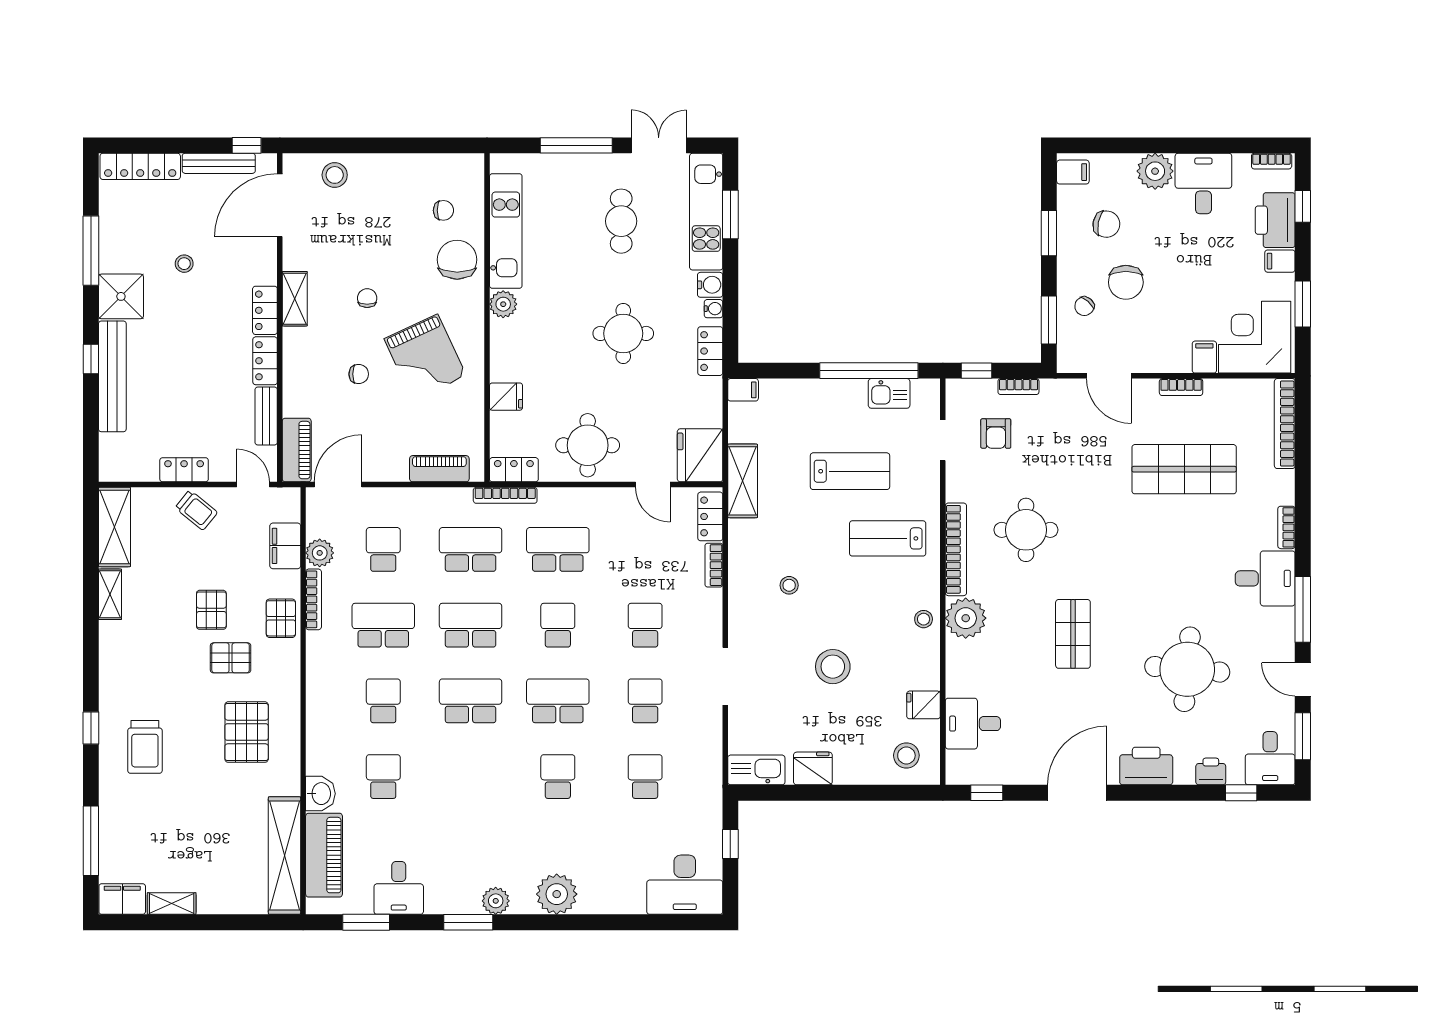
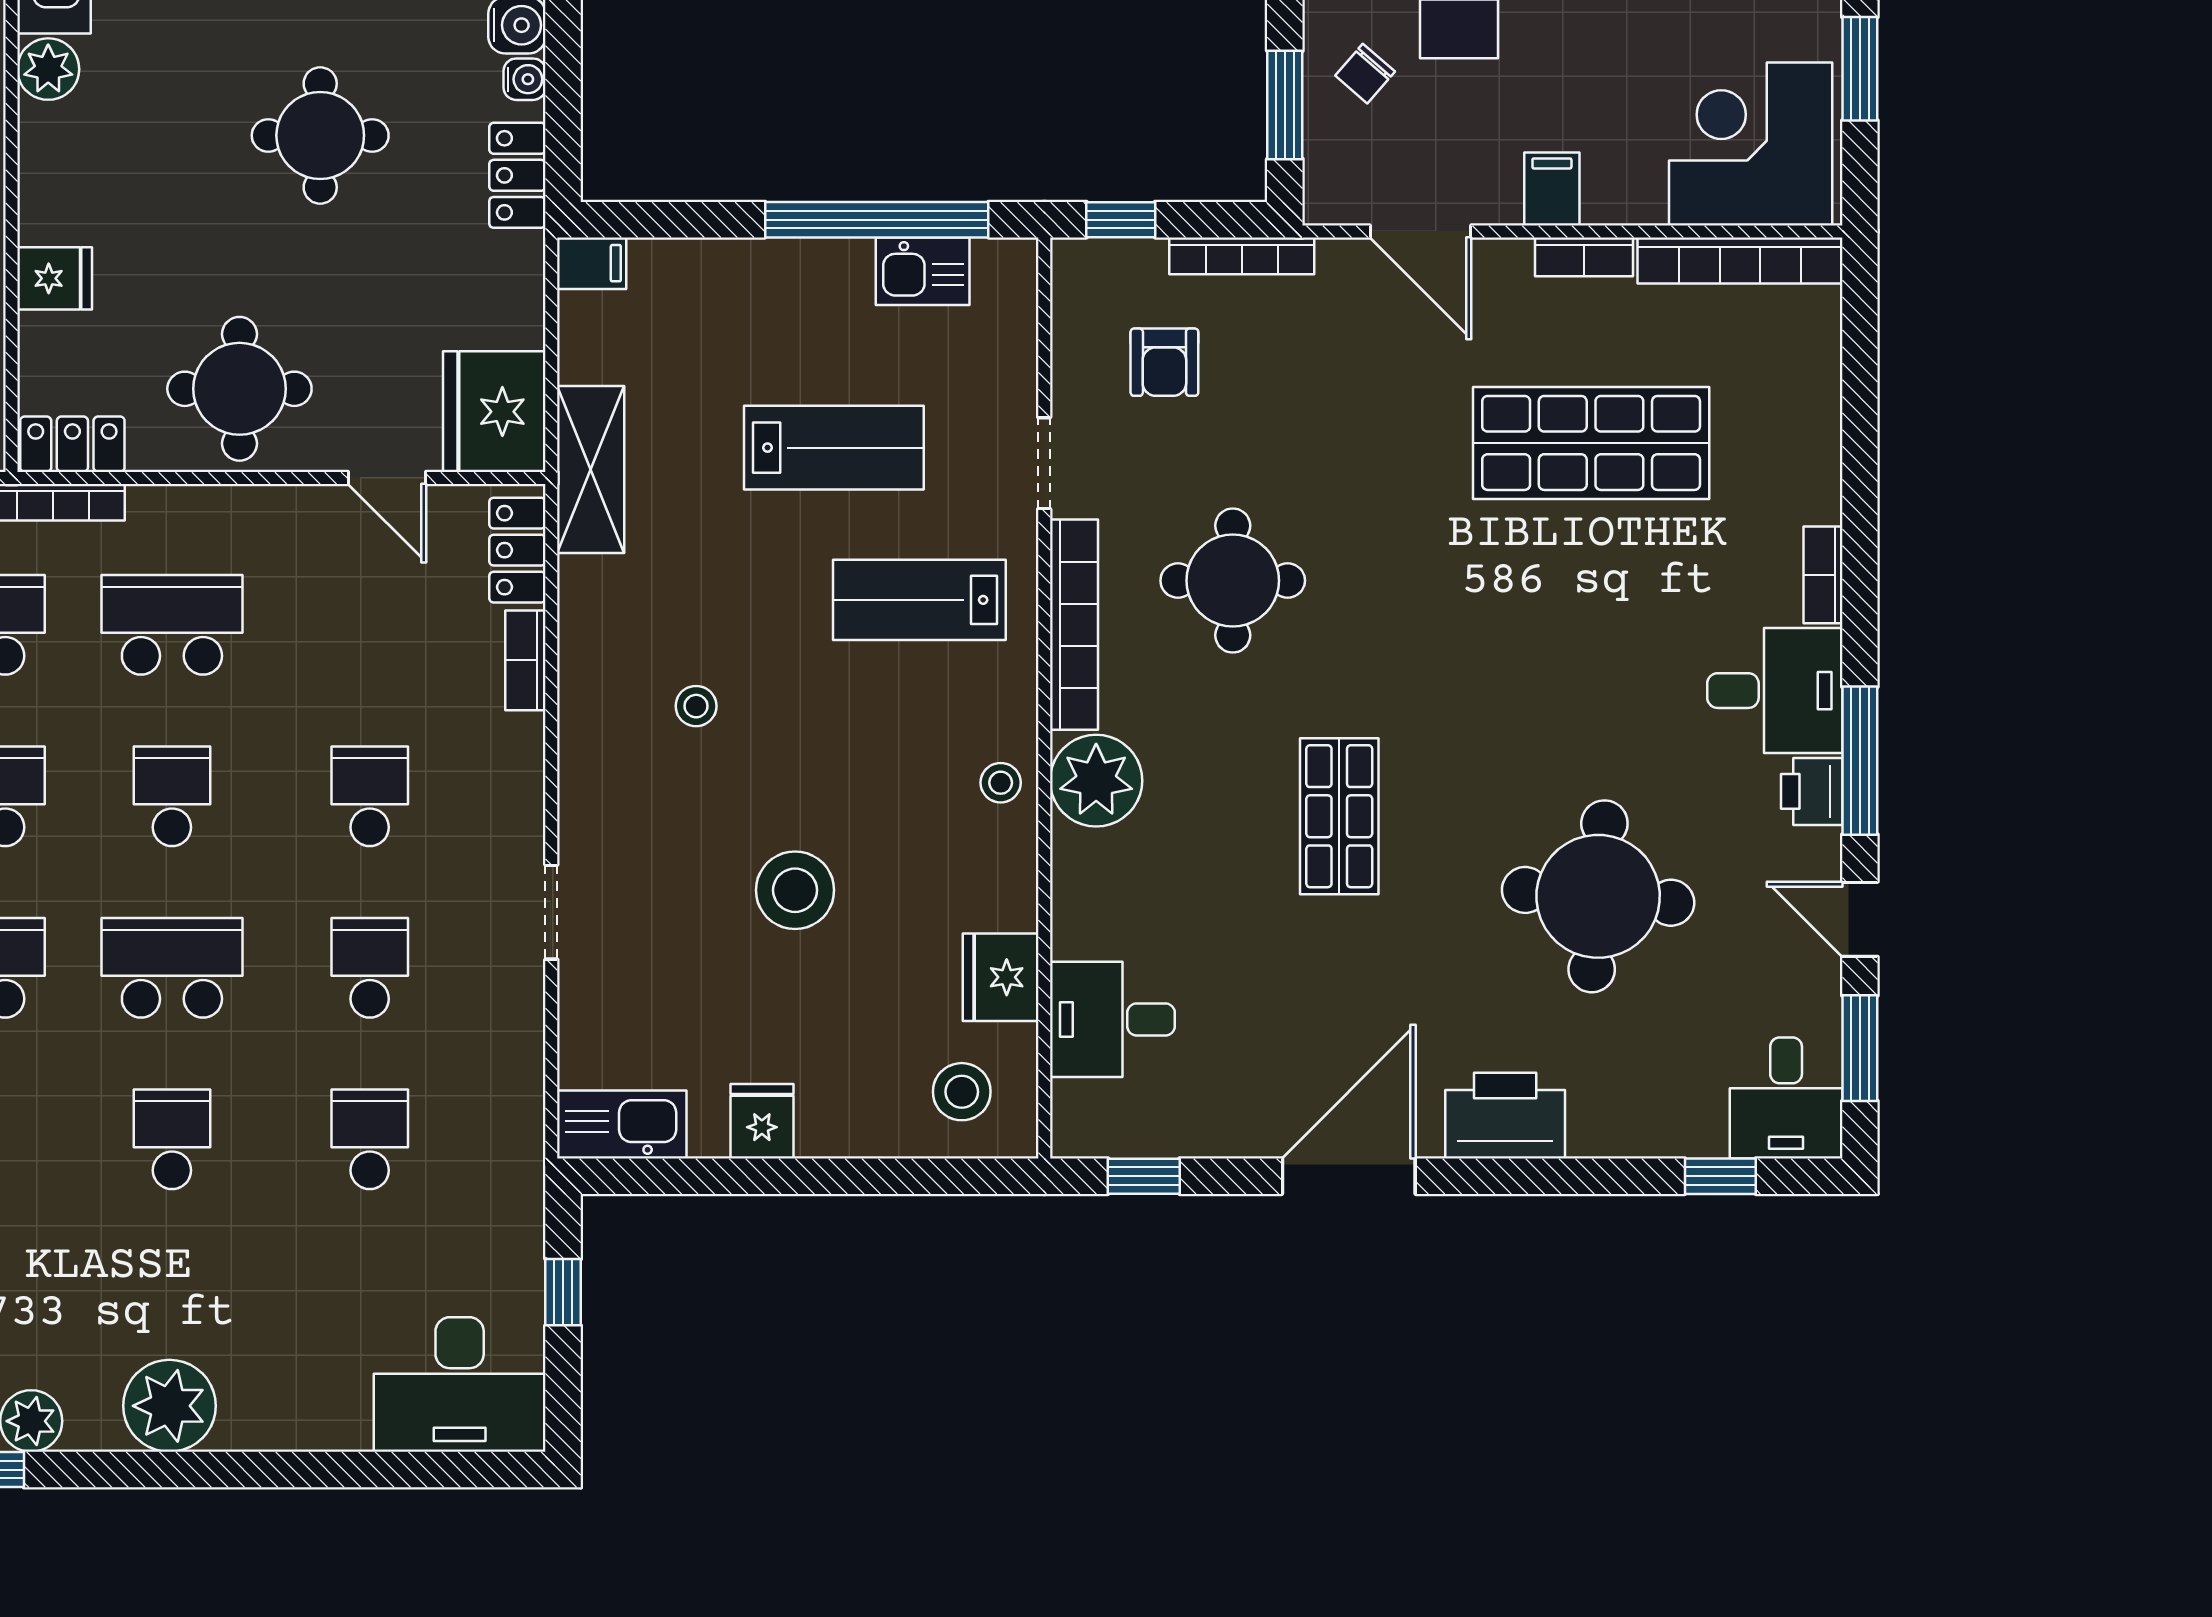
filing cabinet: (1204, 357) -> (1552, 189), moved
bookcase: (1018, 387) -> (1242, 256), width x1.56
bookcase: (1285, 424) -> (1740, 261), moved, turned -90
doorway: (943, 440) -> (1044, 463), moved
doorway: (725, 676) -> (551, 912), width x0.73
fridge: (924, 705) -> (1001, 977), width x1.38
fridge: (813, 768) -> (762, 1121), width x0.72
printer: (1211, 771) -> (1812, 791), moved, turned -90

